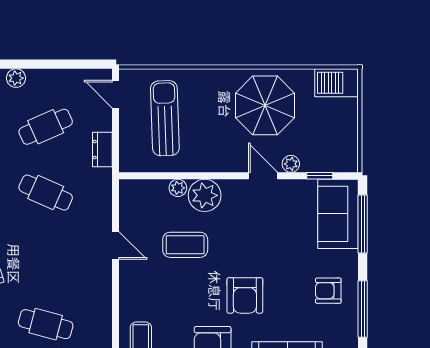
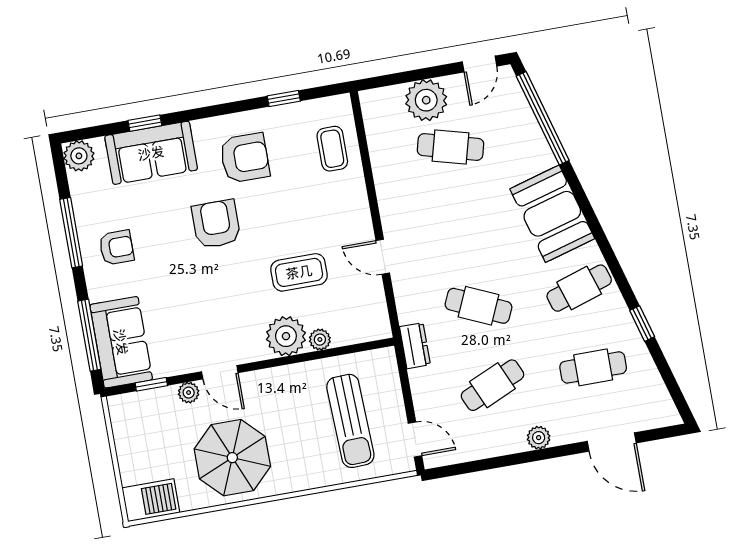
dresser: (102, 149) -> (415, 346), moved

